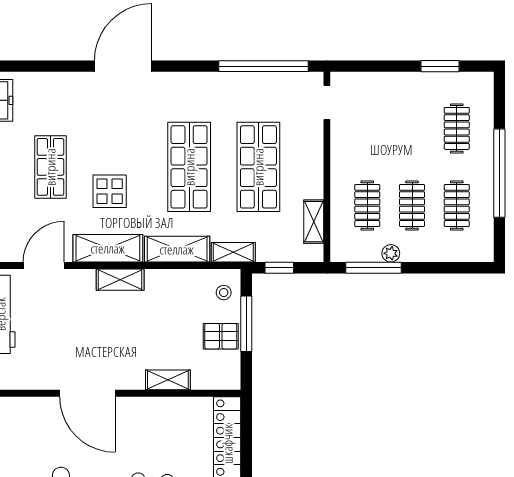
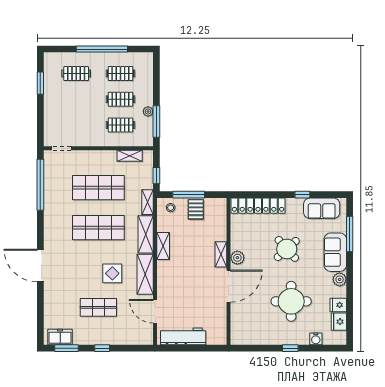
shelving: (120, 280) -> (163, 246), moved
shelving: (168, 380) -> (221, 254), moved
plant: (137, 409) -> (237, 258), added

